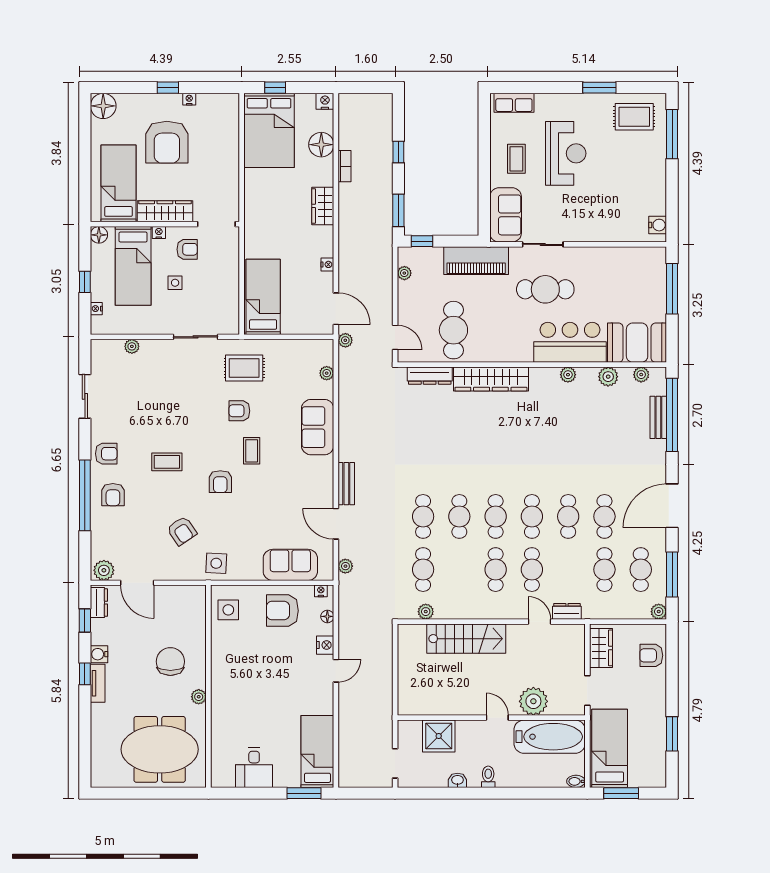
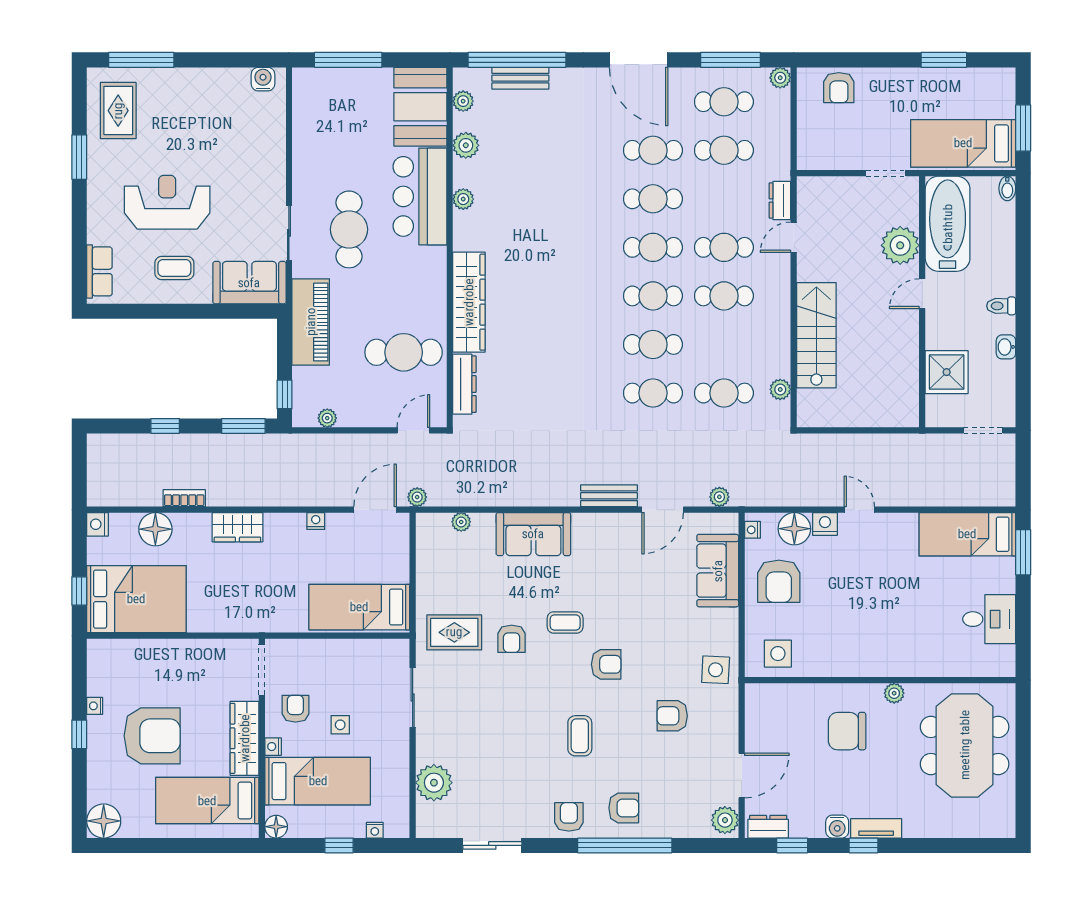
plant: (132, 346) -> (434, 783), width x1.87, depth x1.87
rug: (244, 368) -> (454, 632), turned 90
armchair: (182, 531) -> (672, 716), turned -146
floor lamp: (327, 616) -> (794, 529), width x1.89, depth x1.89
wardrobe: (601, 648) -> (829, 155), removed

